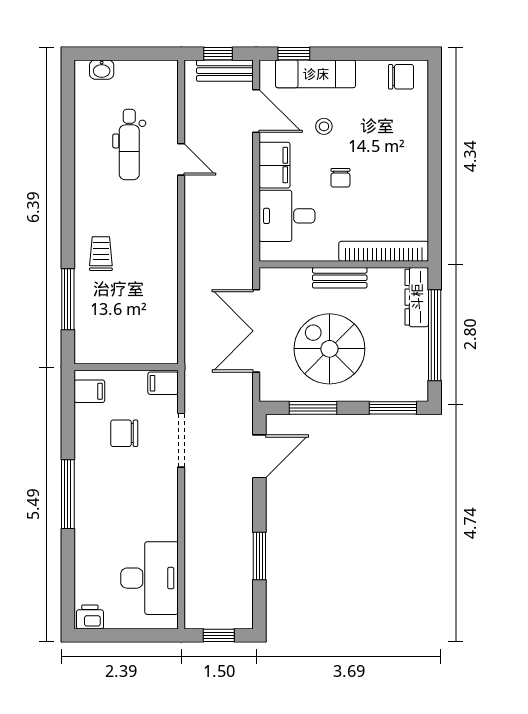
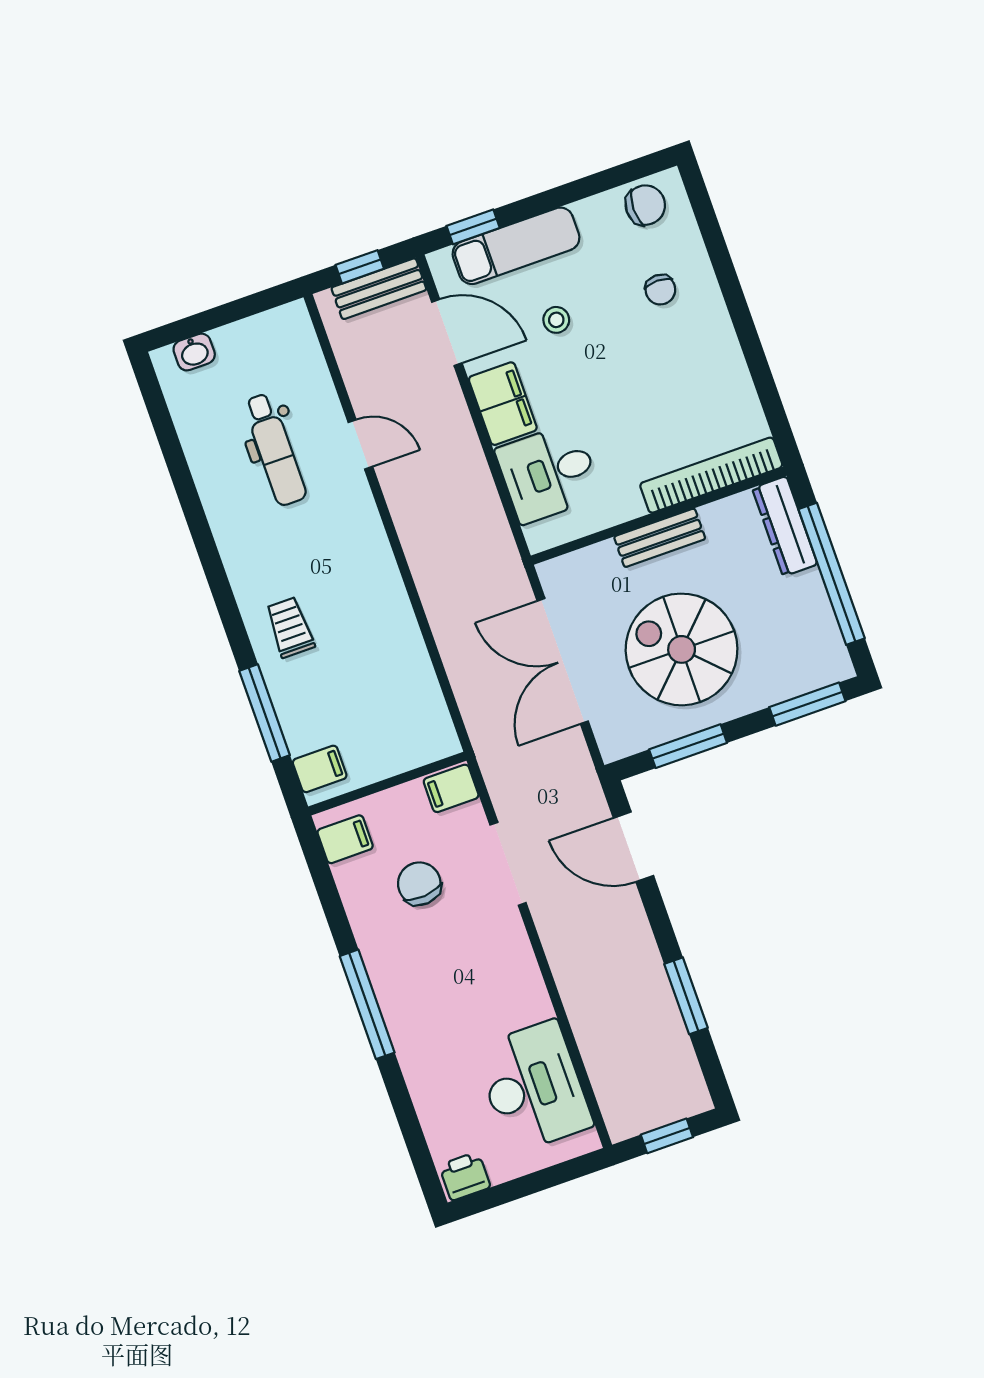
chair: (340, 178) -> (660, 290), moved
filing cabinet: (89, 344) -> (320, 769), added
chair: (124, 433) -> (419, 884), turned 85
door: (259, 456) -> (634, 847), swing flipped

